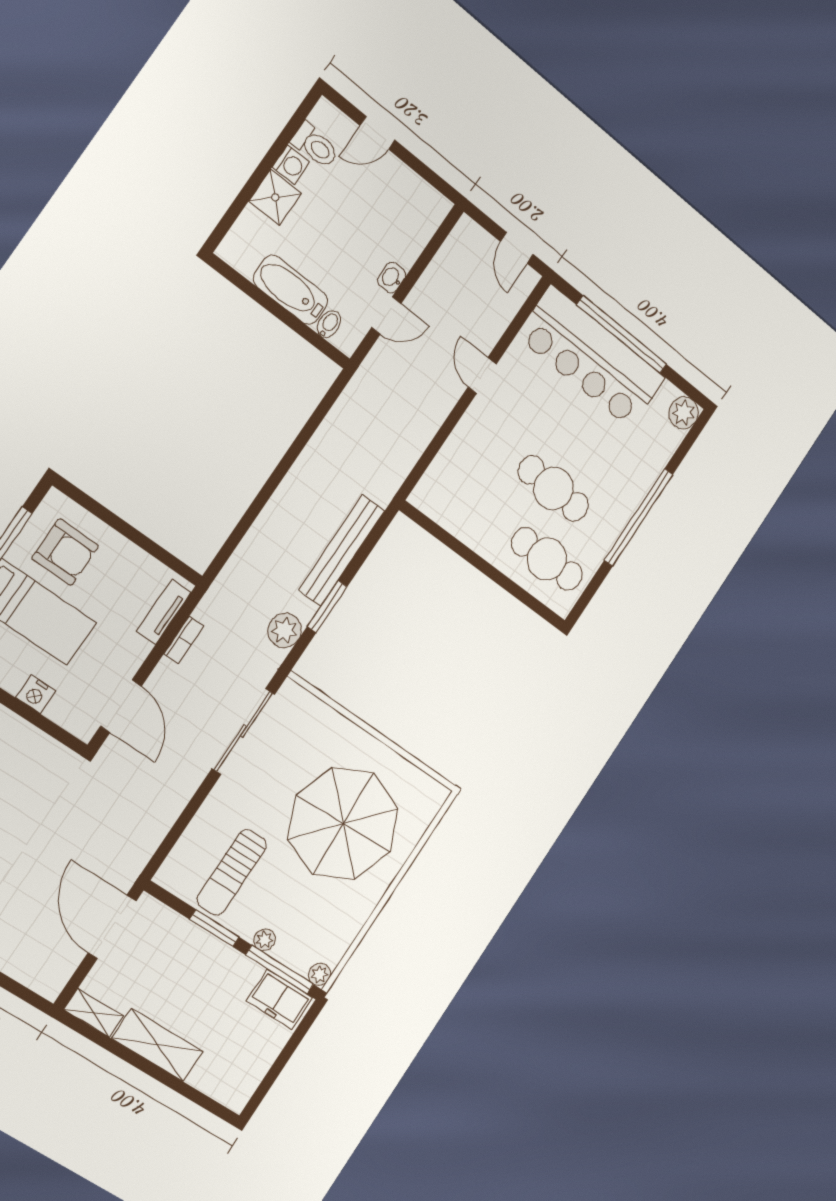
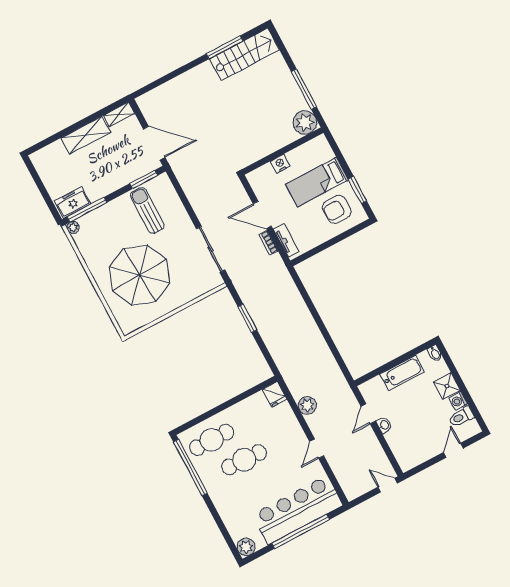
door: (517, 248) -> (388, 485), moved
bidet: (329, 324) -> (435, 353), moved
door: (482, 376) -> (317, 449), swing flipped
fridge: (428, 494) -> (275, 394), added
window: (639, 517) -> (190, 468), moved
bench: (342, 550) -> (270, 338), removed
plant: (285, 630) -> (307, 405), moved
door: (121, 706) -> (262, 215), moved
window: (214, 928) -> (144, 180), moved
plant: (264, 940) -> (106, 210), removed

